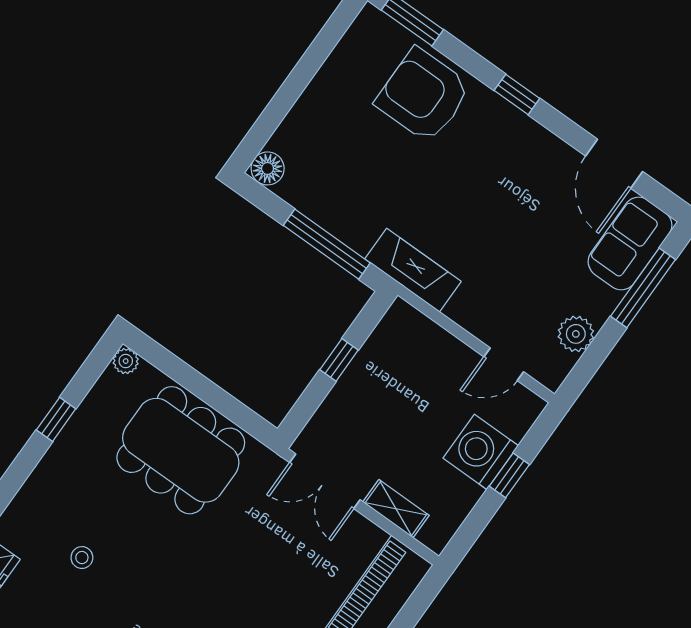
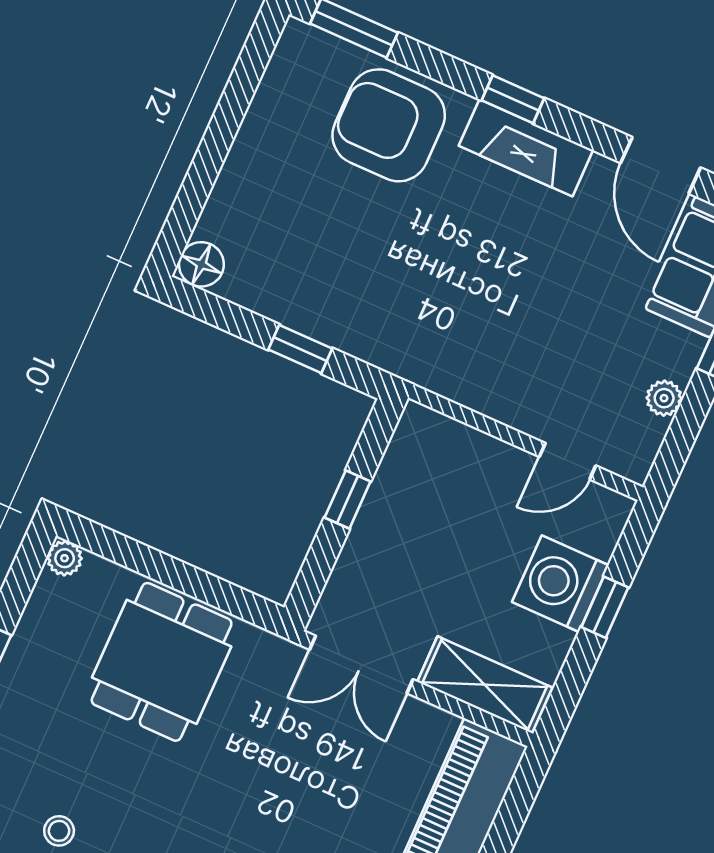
window: (327, 244) -> (300, 349), width x0.46
fireplace: (413, 270) -> (526, 148), moved, turned 180
plant: (576, 334) -> (664, 398), width x0.73, depth x0.73
dining table: (181, 450) -> (162, 662), width x0.73
shelving: (396, 509) -> (485, 685), width x1.50, depth x1.33

